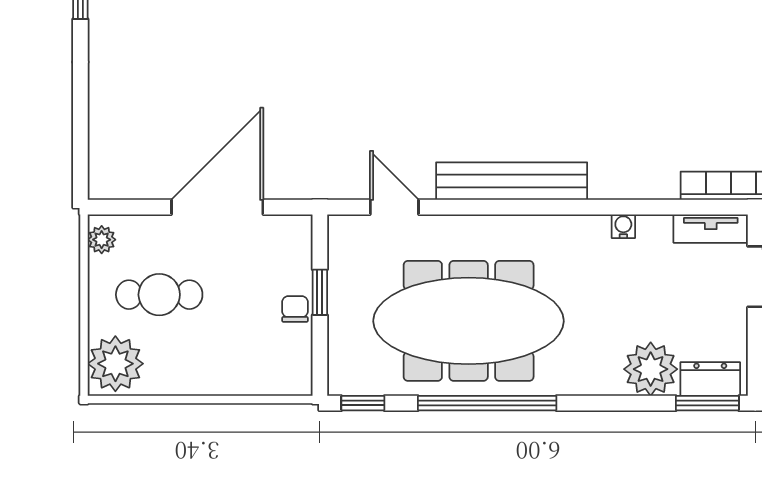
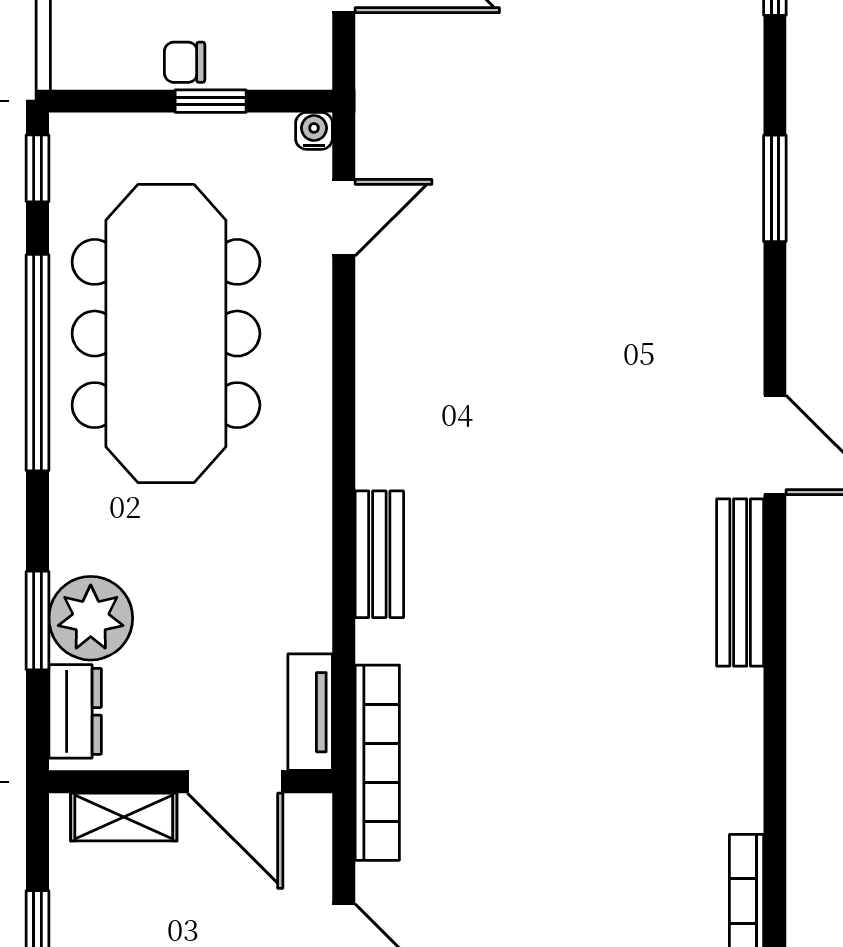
bench: (512, 181) -> (379, 554), moved, width x0.54, depth x0.82
water cooler: (623, 226) -> (314, 131), moved, turned -90
chair: (295, 309) -> (185, 62), turned 180
window: (707, 403) -> (38, 620), moved

